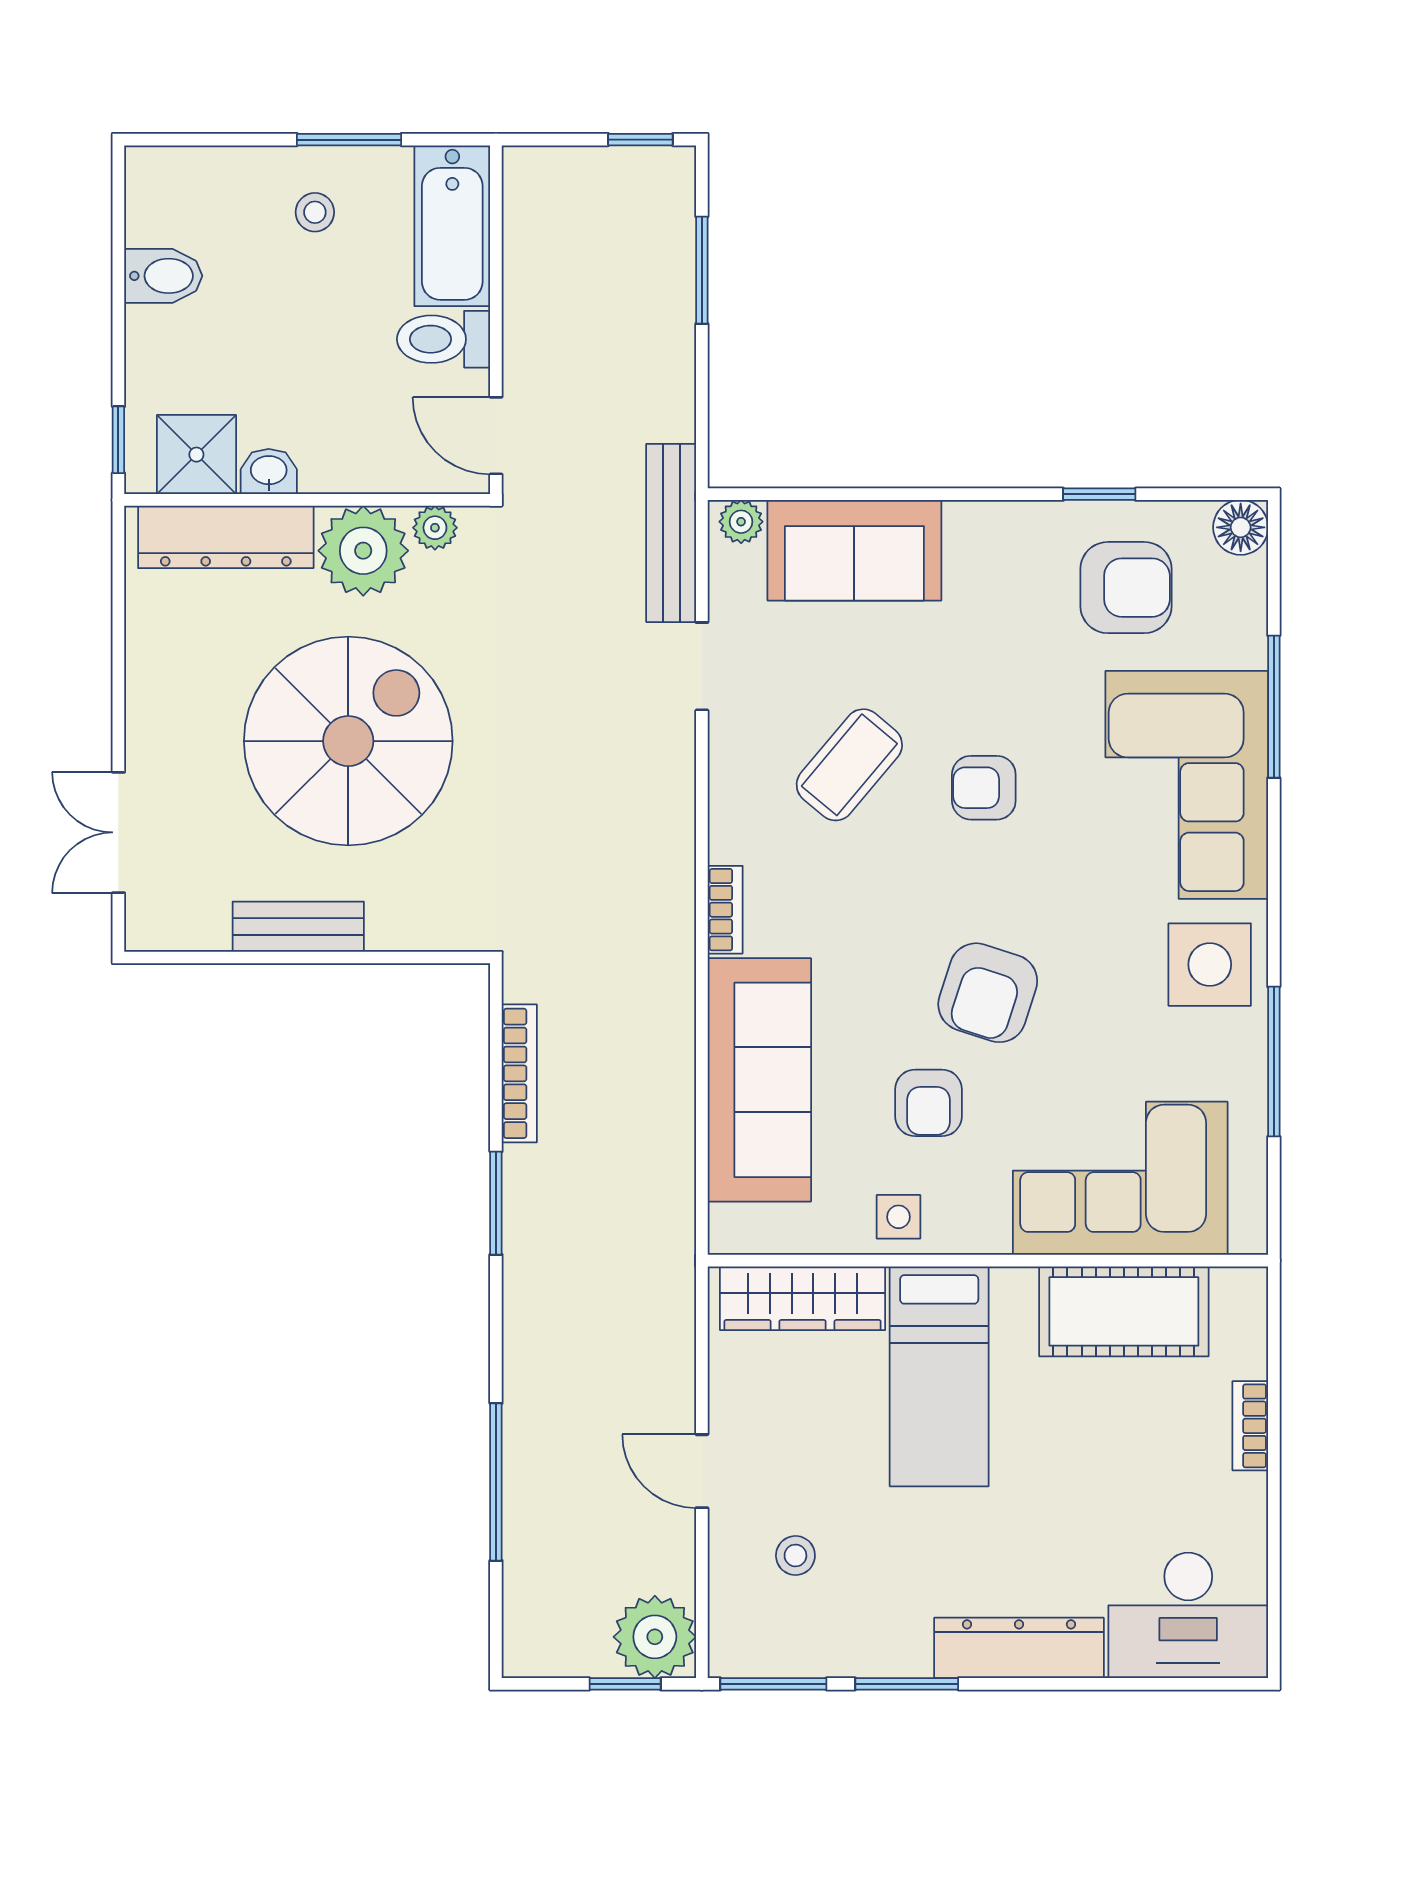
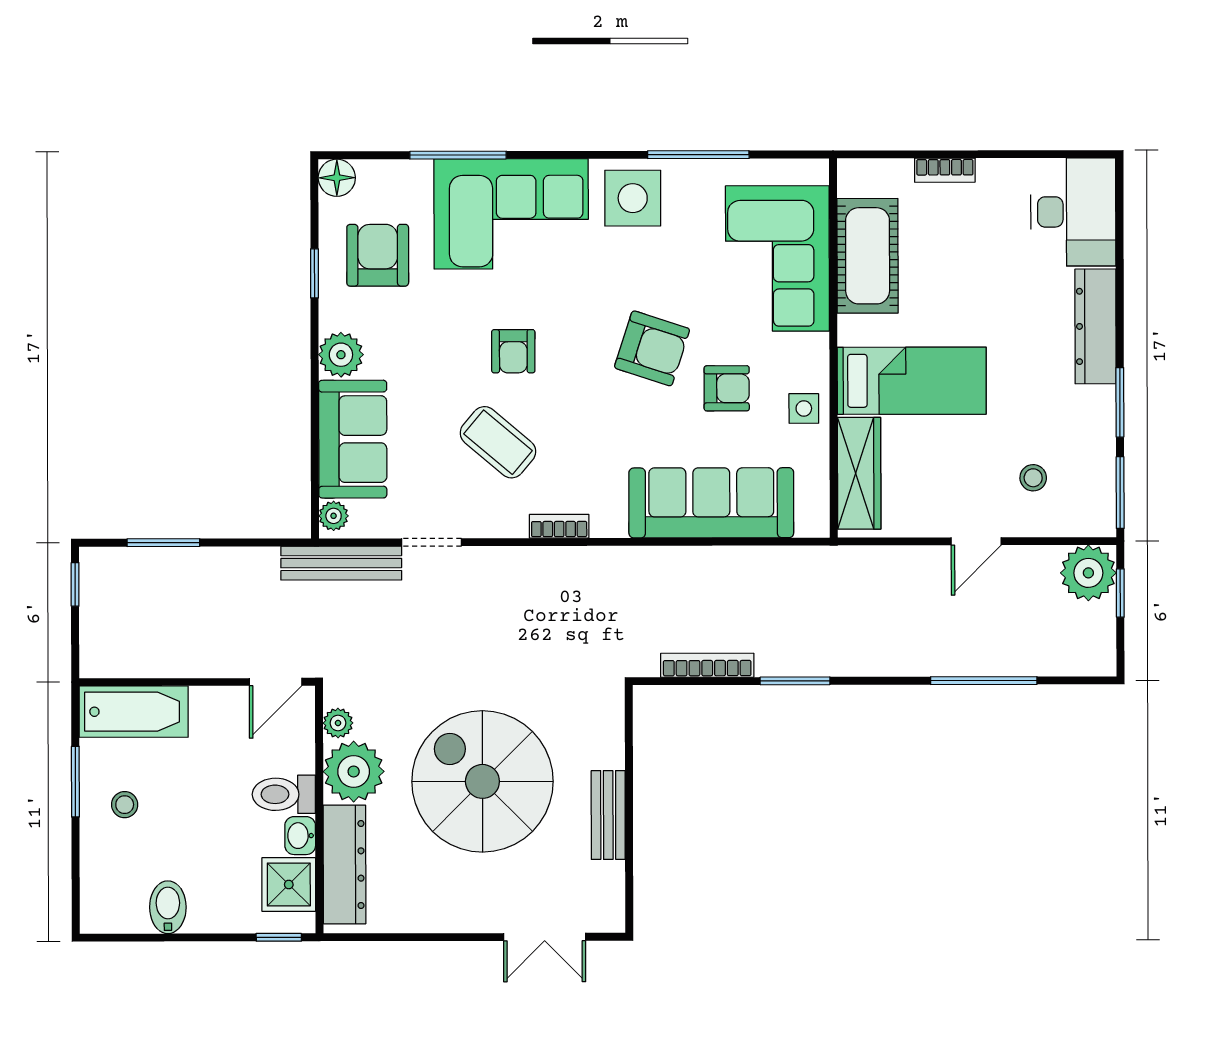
toilet: (444, 339) -> (284, 794), moved, turned 90
plant: (979, 533) -> (341, 355), added
bookcase: (725, 910) -> (559, 526), moved

